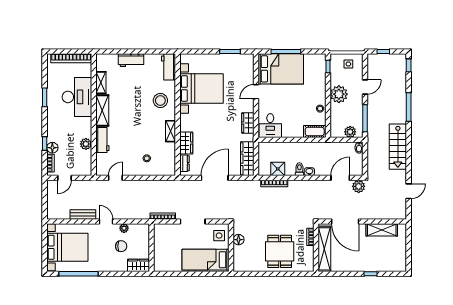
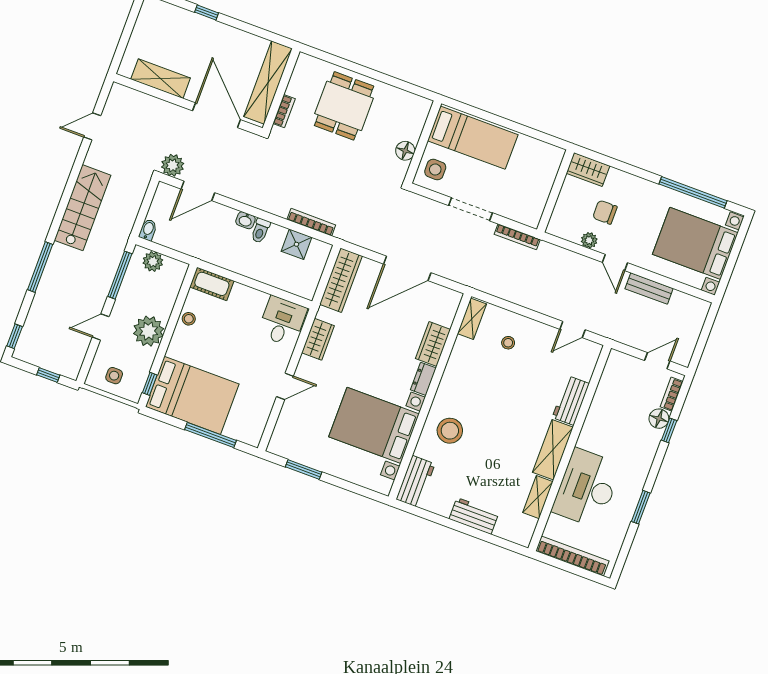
bed: (281, 69) -> (192, 395), moved, turned 180
shelving: (171, 131) -> (472, 319), moved
plant: (86, 144) -> (601, 404), removed
dresser: (184, 163) -> (423, 379), moved

